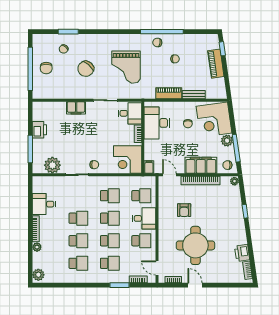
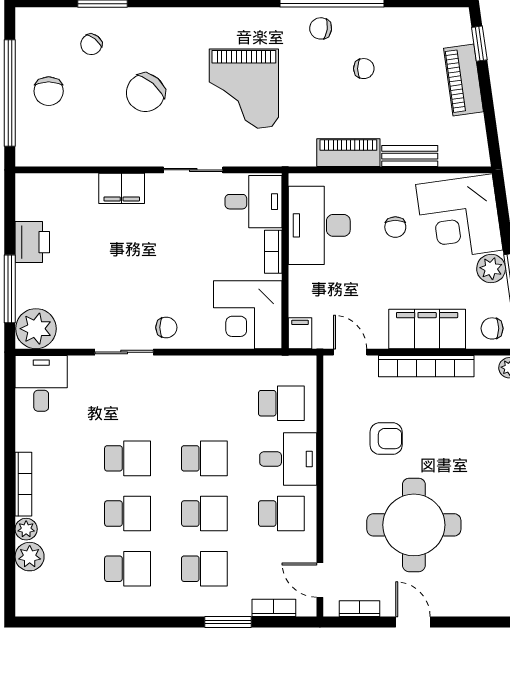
plant: (52, 165) -> (36, 329), moved
school desk: (110, 196) -> (204, 403), removed
desk: (44, 204) -> (41, 383), moved, turned 90
armchair: (184, 210) -> (386, 439), turned -90
plant: (38, 275) -> (30, 557), moved

